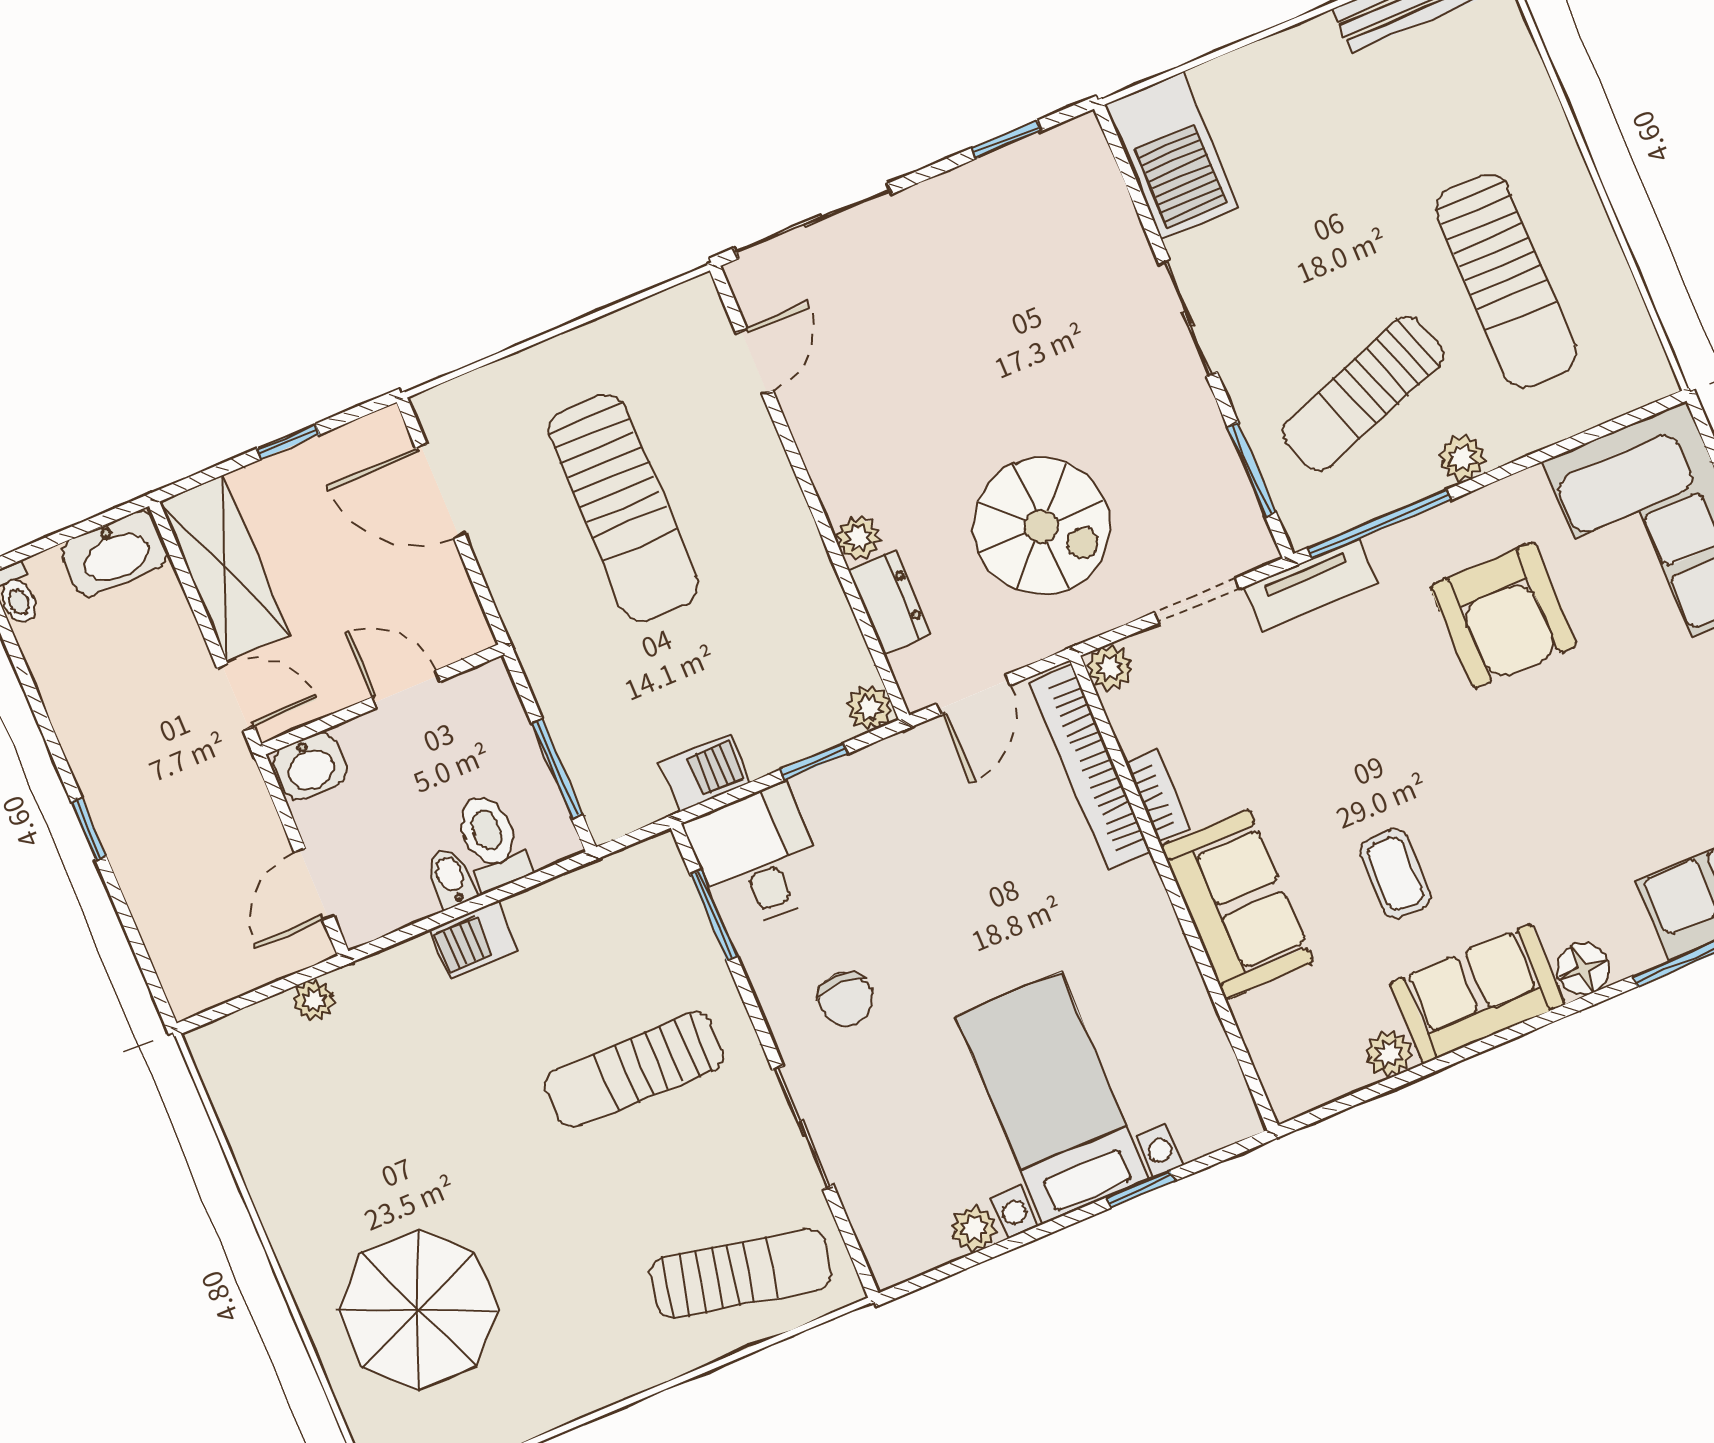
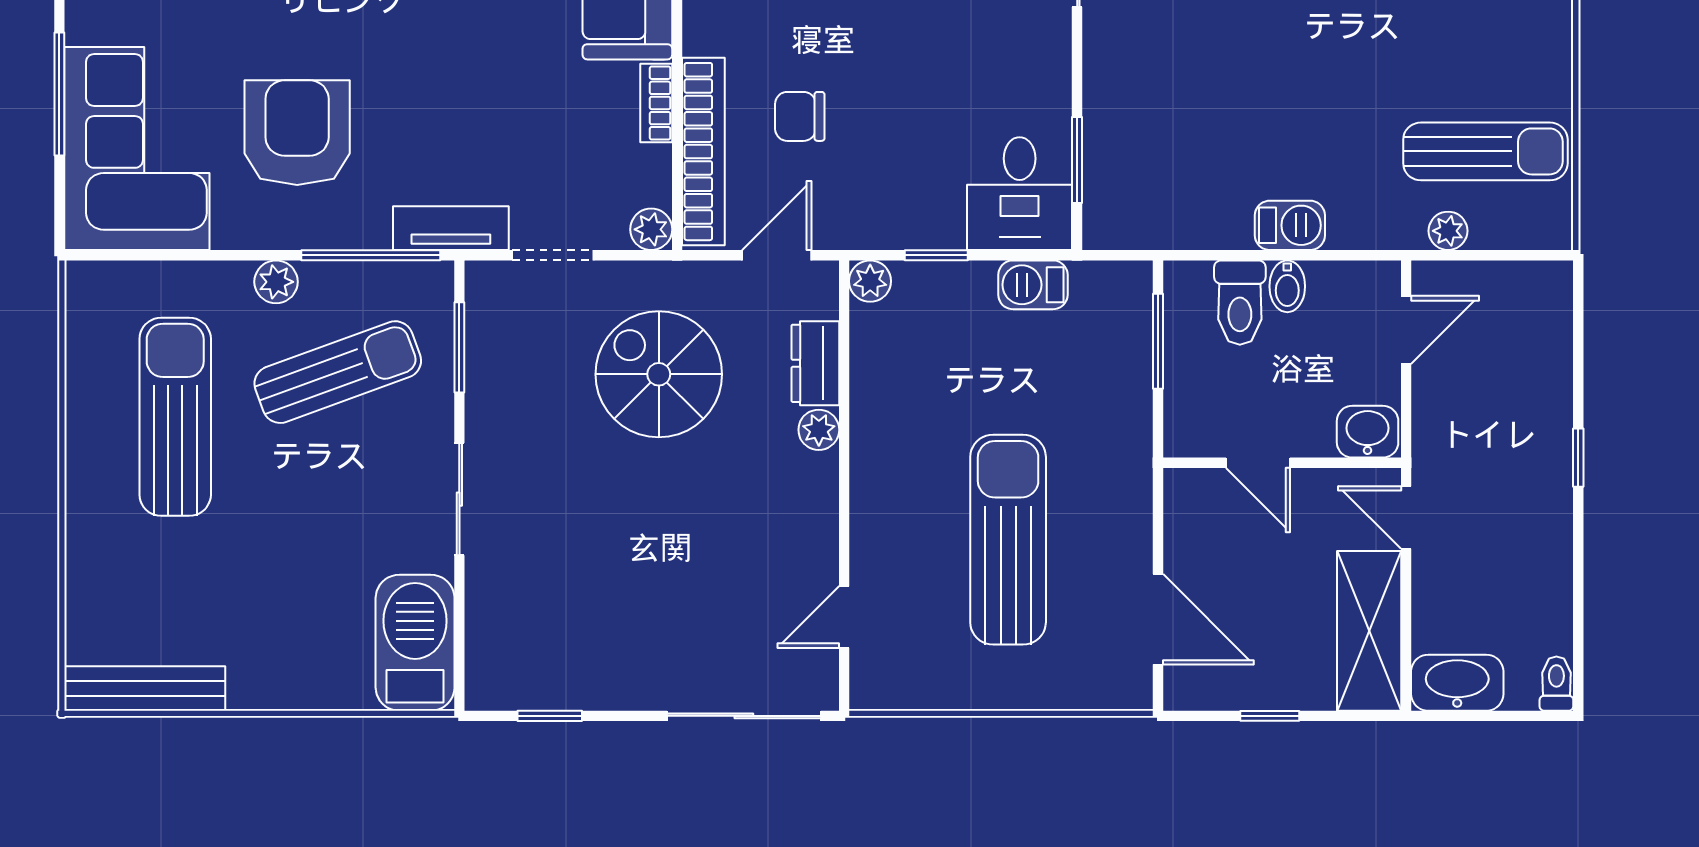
chair: (846, 999) -> (800, 116), moved, turned -90
sun lounger: (635, 1070) -> (1485, 151), moved

